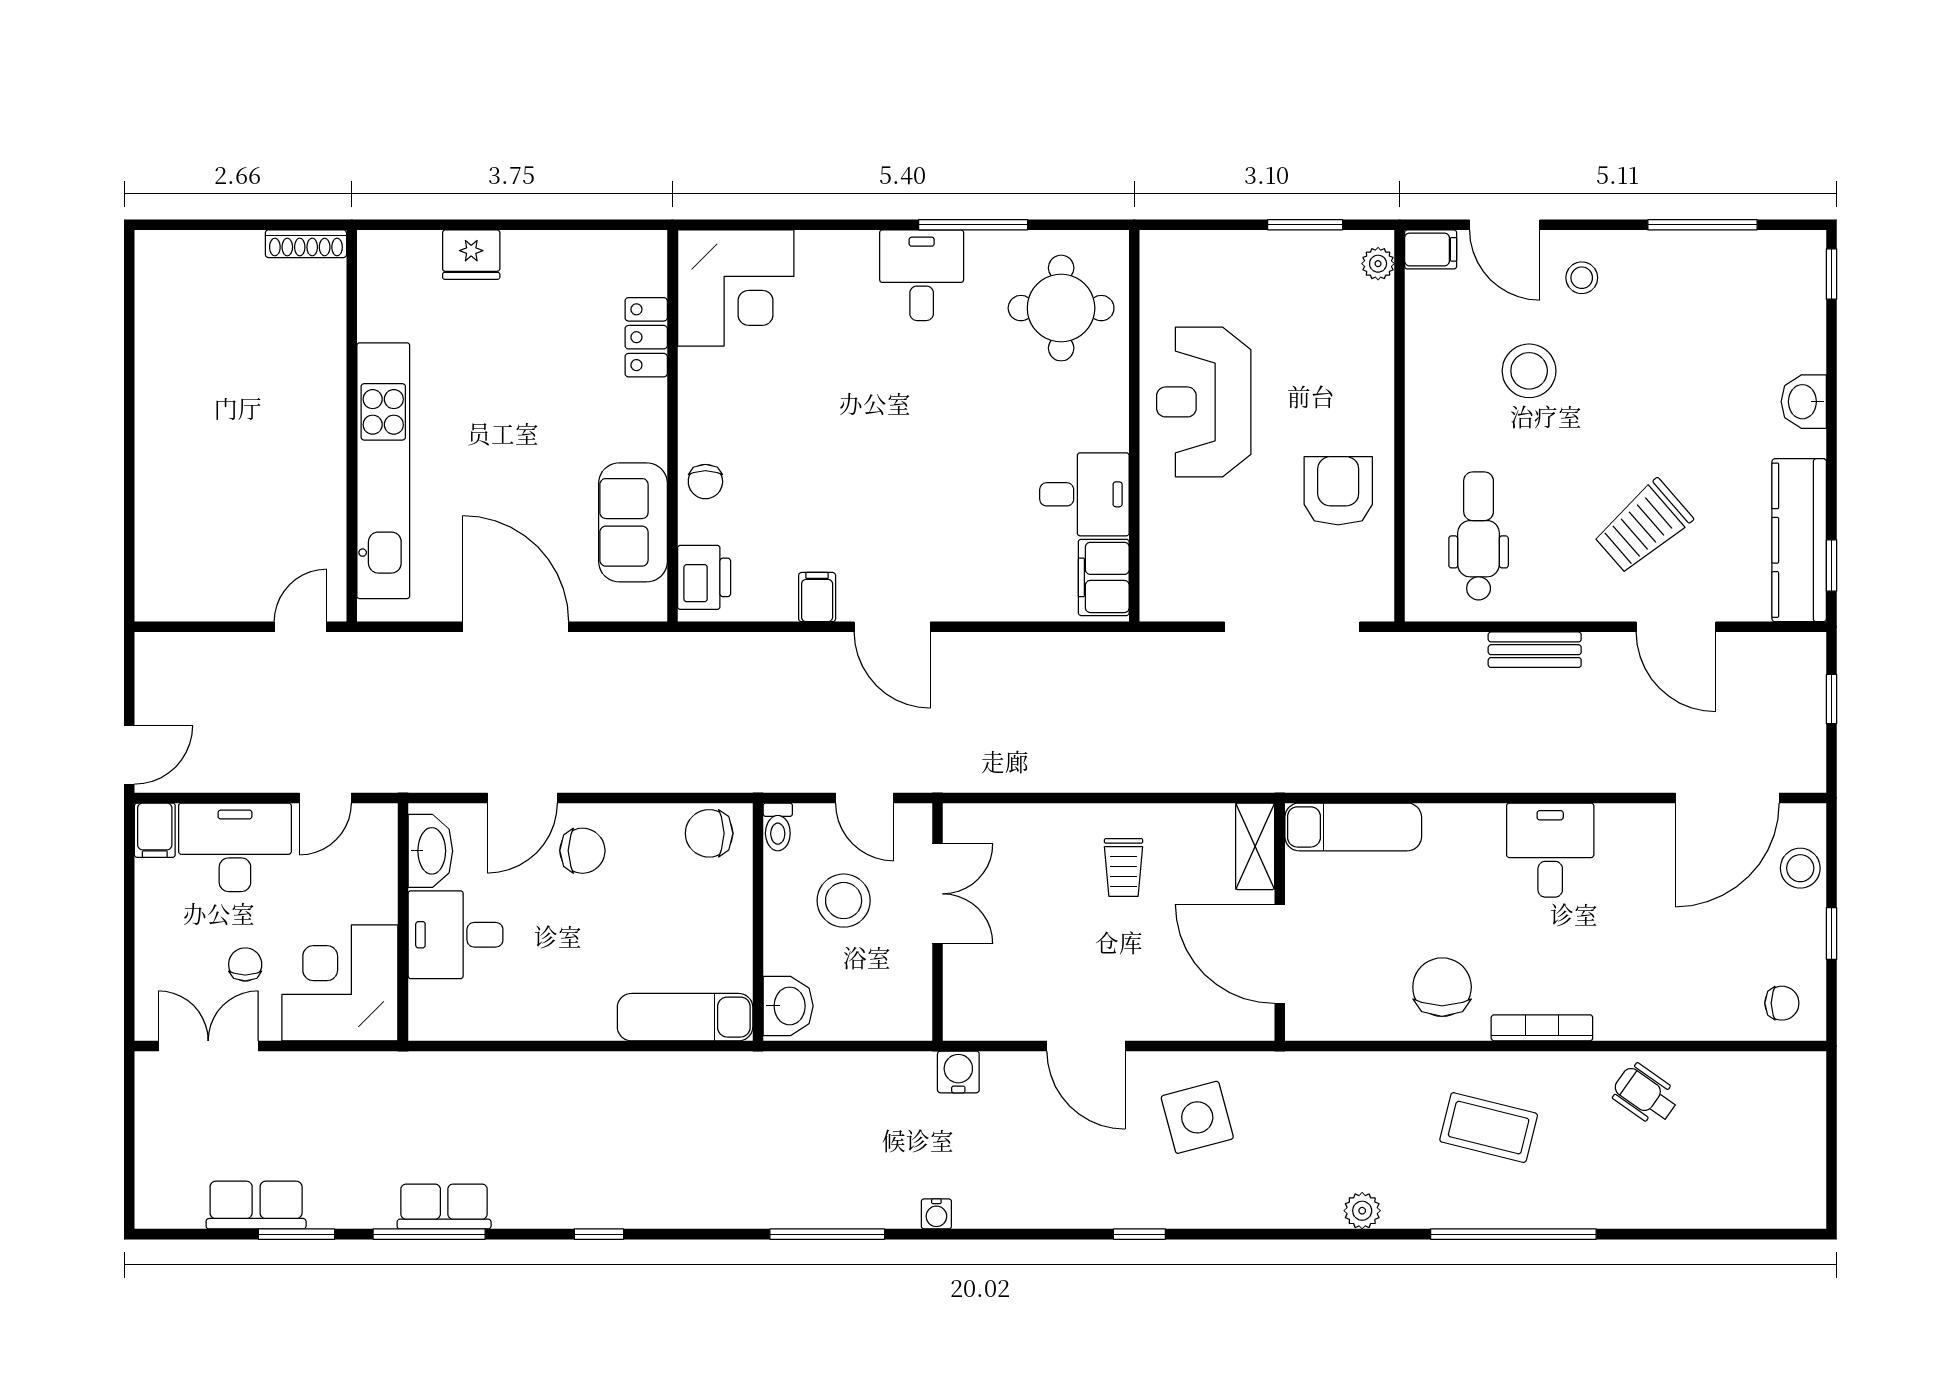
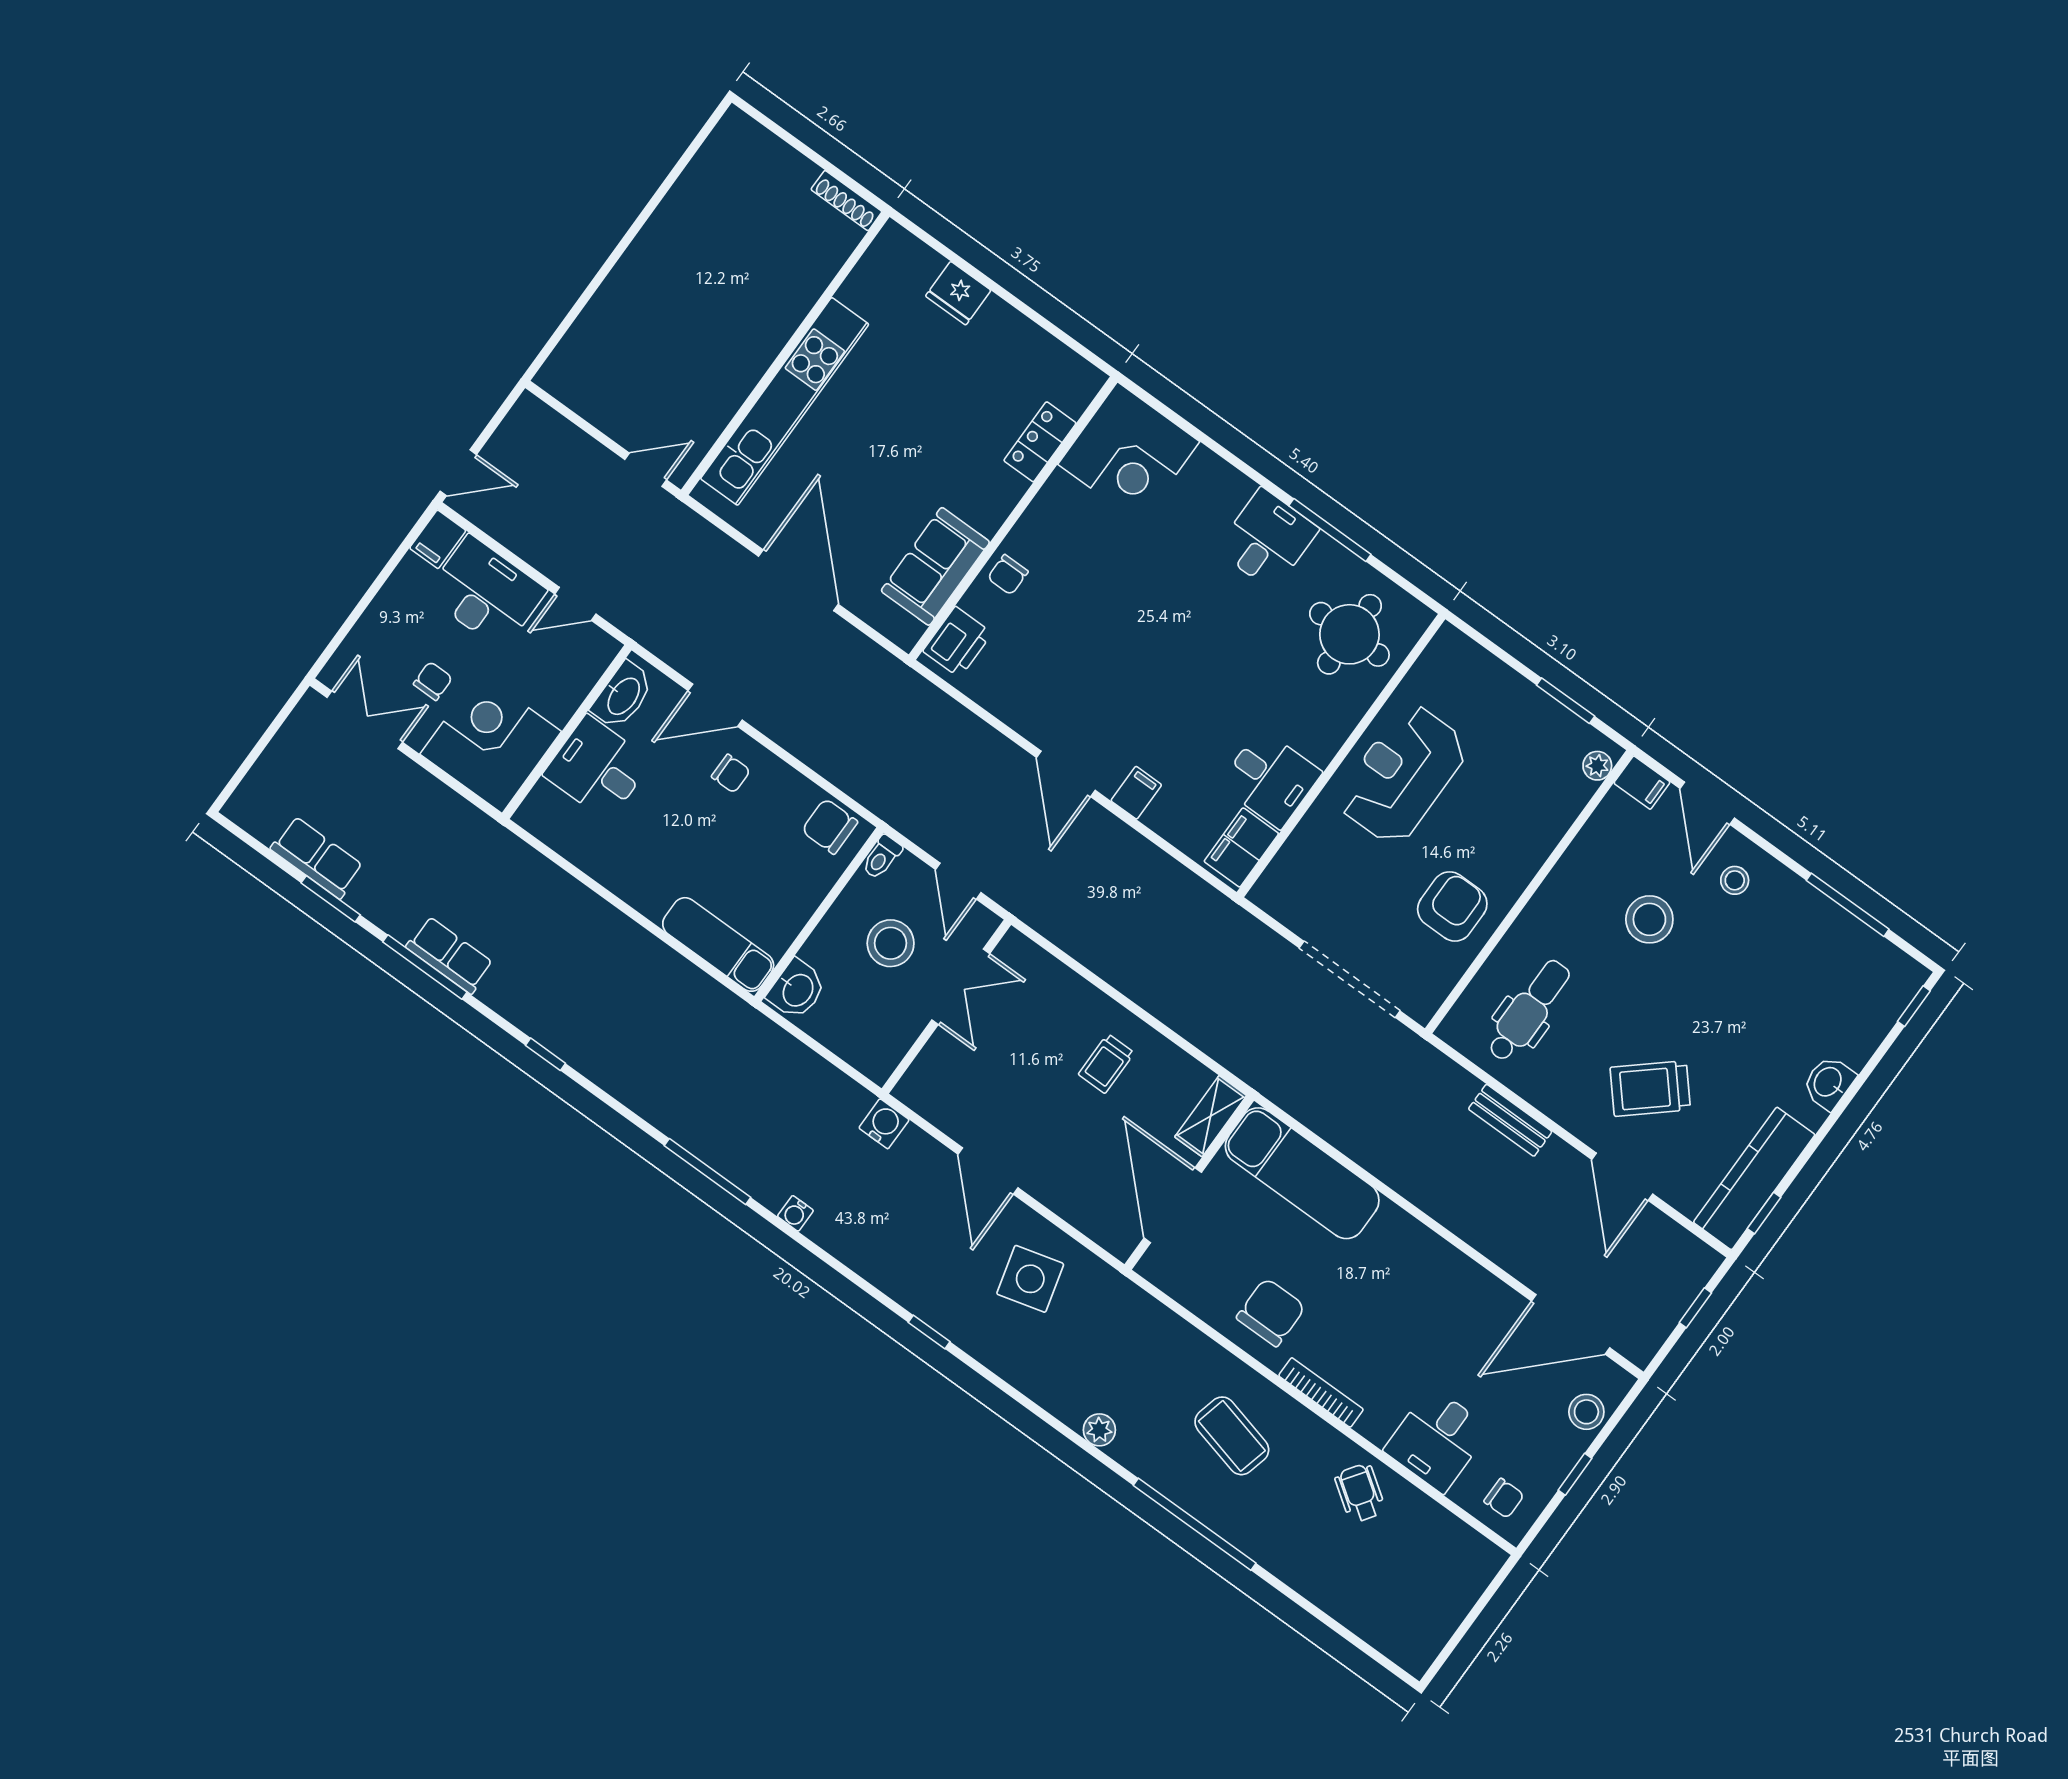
filing cabinet: (817, 597) -> (1136, 793), moved
exam couch: (1353, 827) -> (1302, 1173), width x1.36, depth x1.45
desk: (1550, 850) -> (1437, 1440), moved, turned 180
chair: (582, 851) -> (731, 774), width x0.73, depth x0.73

